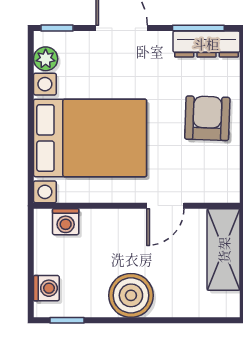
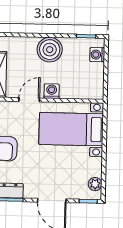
bed with nightstands: (90, 138) -> (71, 129), width x0.73
washing machine: (66, 222) -> (52, 91), moved

